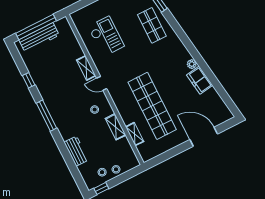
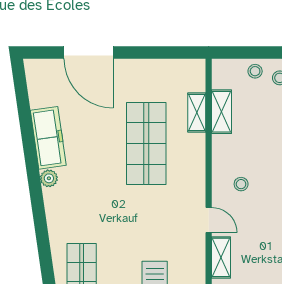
freezer: (200, 80) -> (48, 138), width x1.40
shop shelf: (152, 106) -> (146, 144), width x0.71
shelving: (116, 127) -> (222, 112), moved

